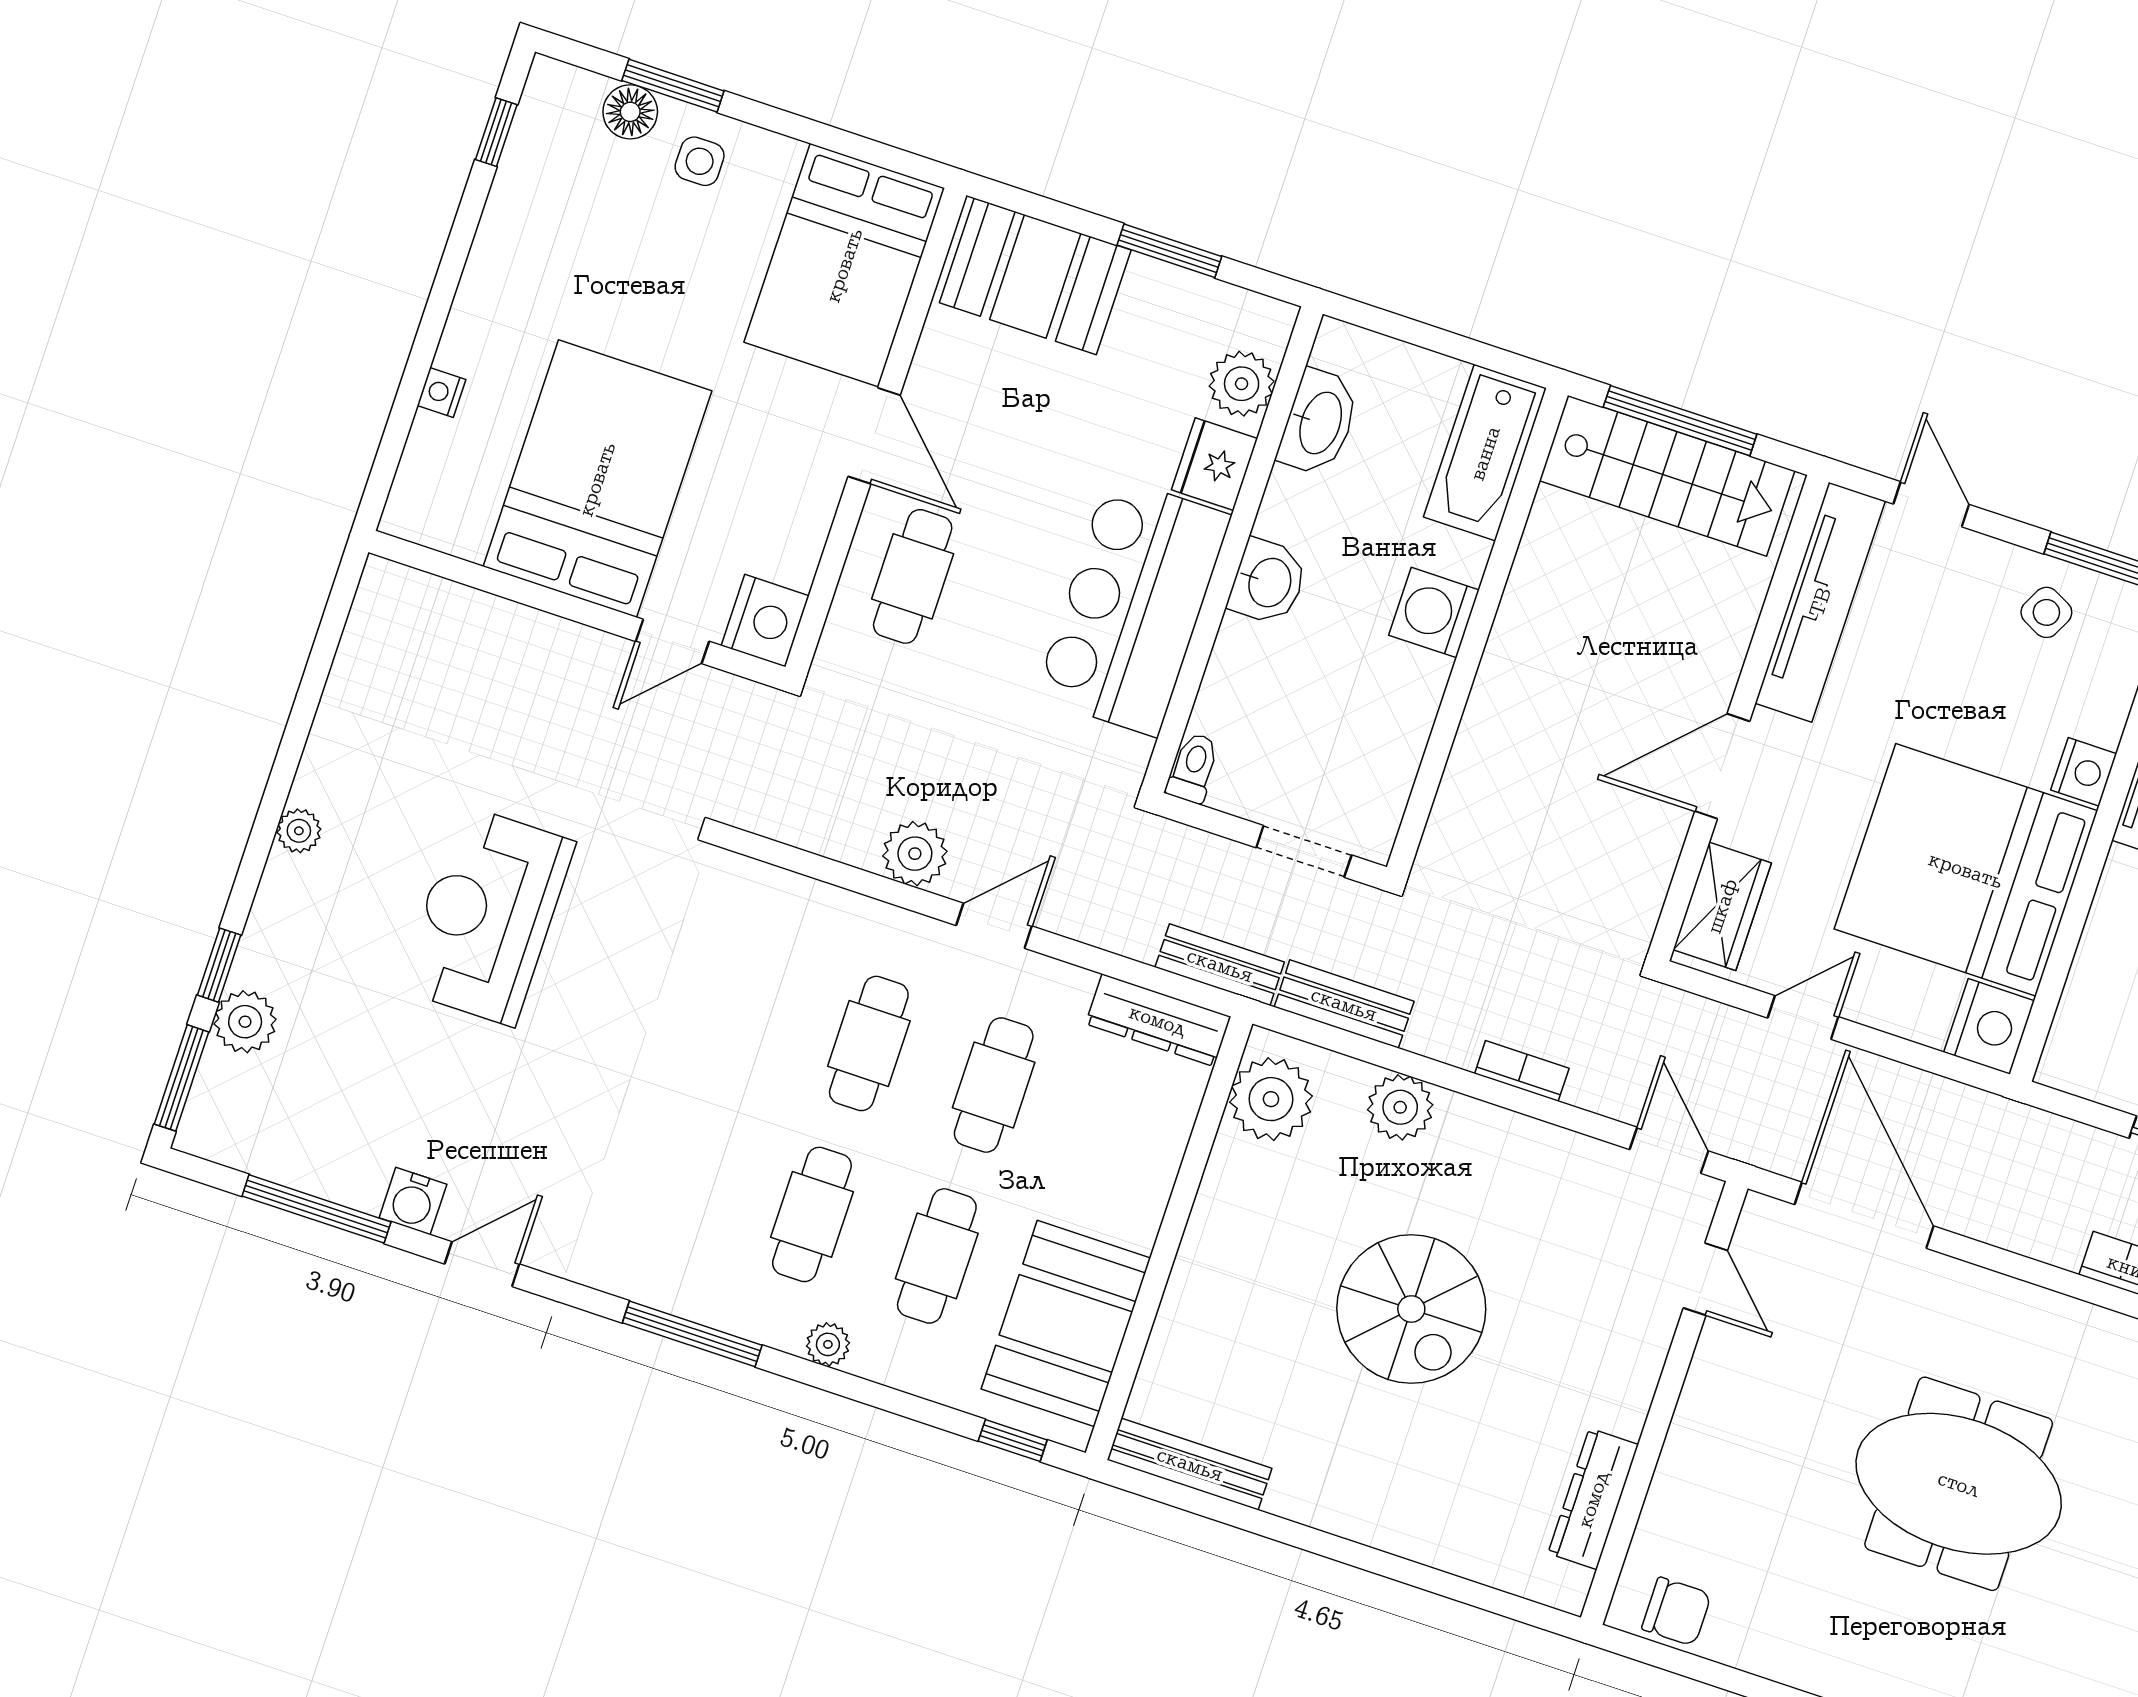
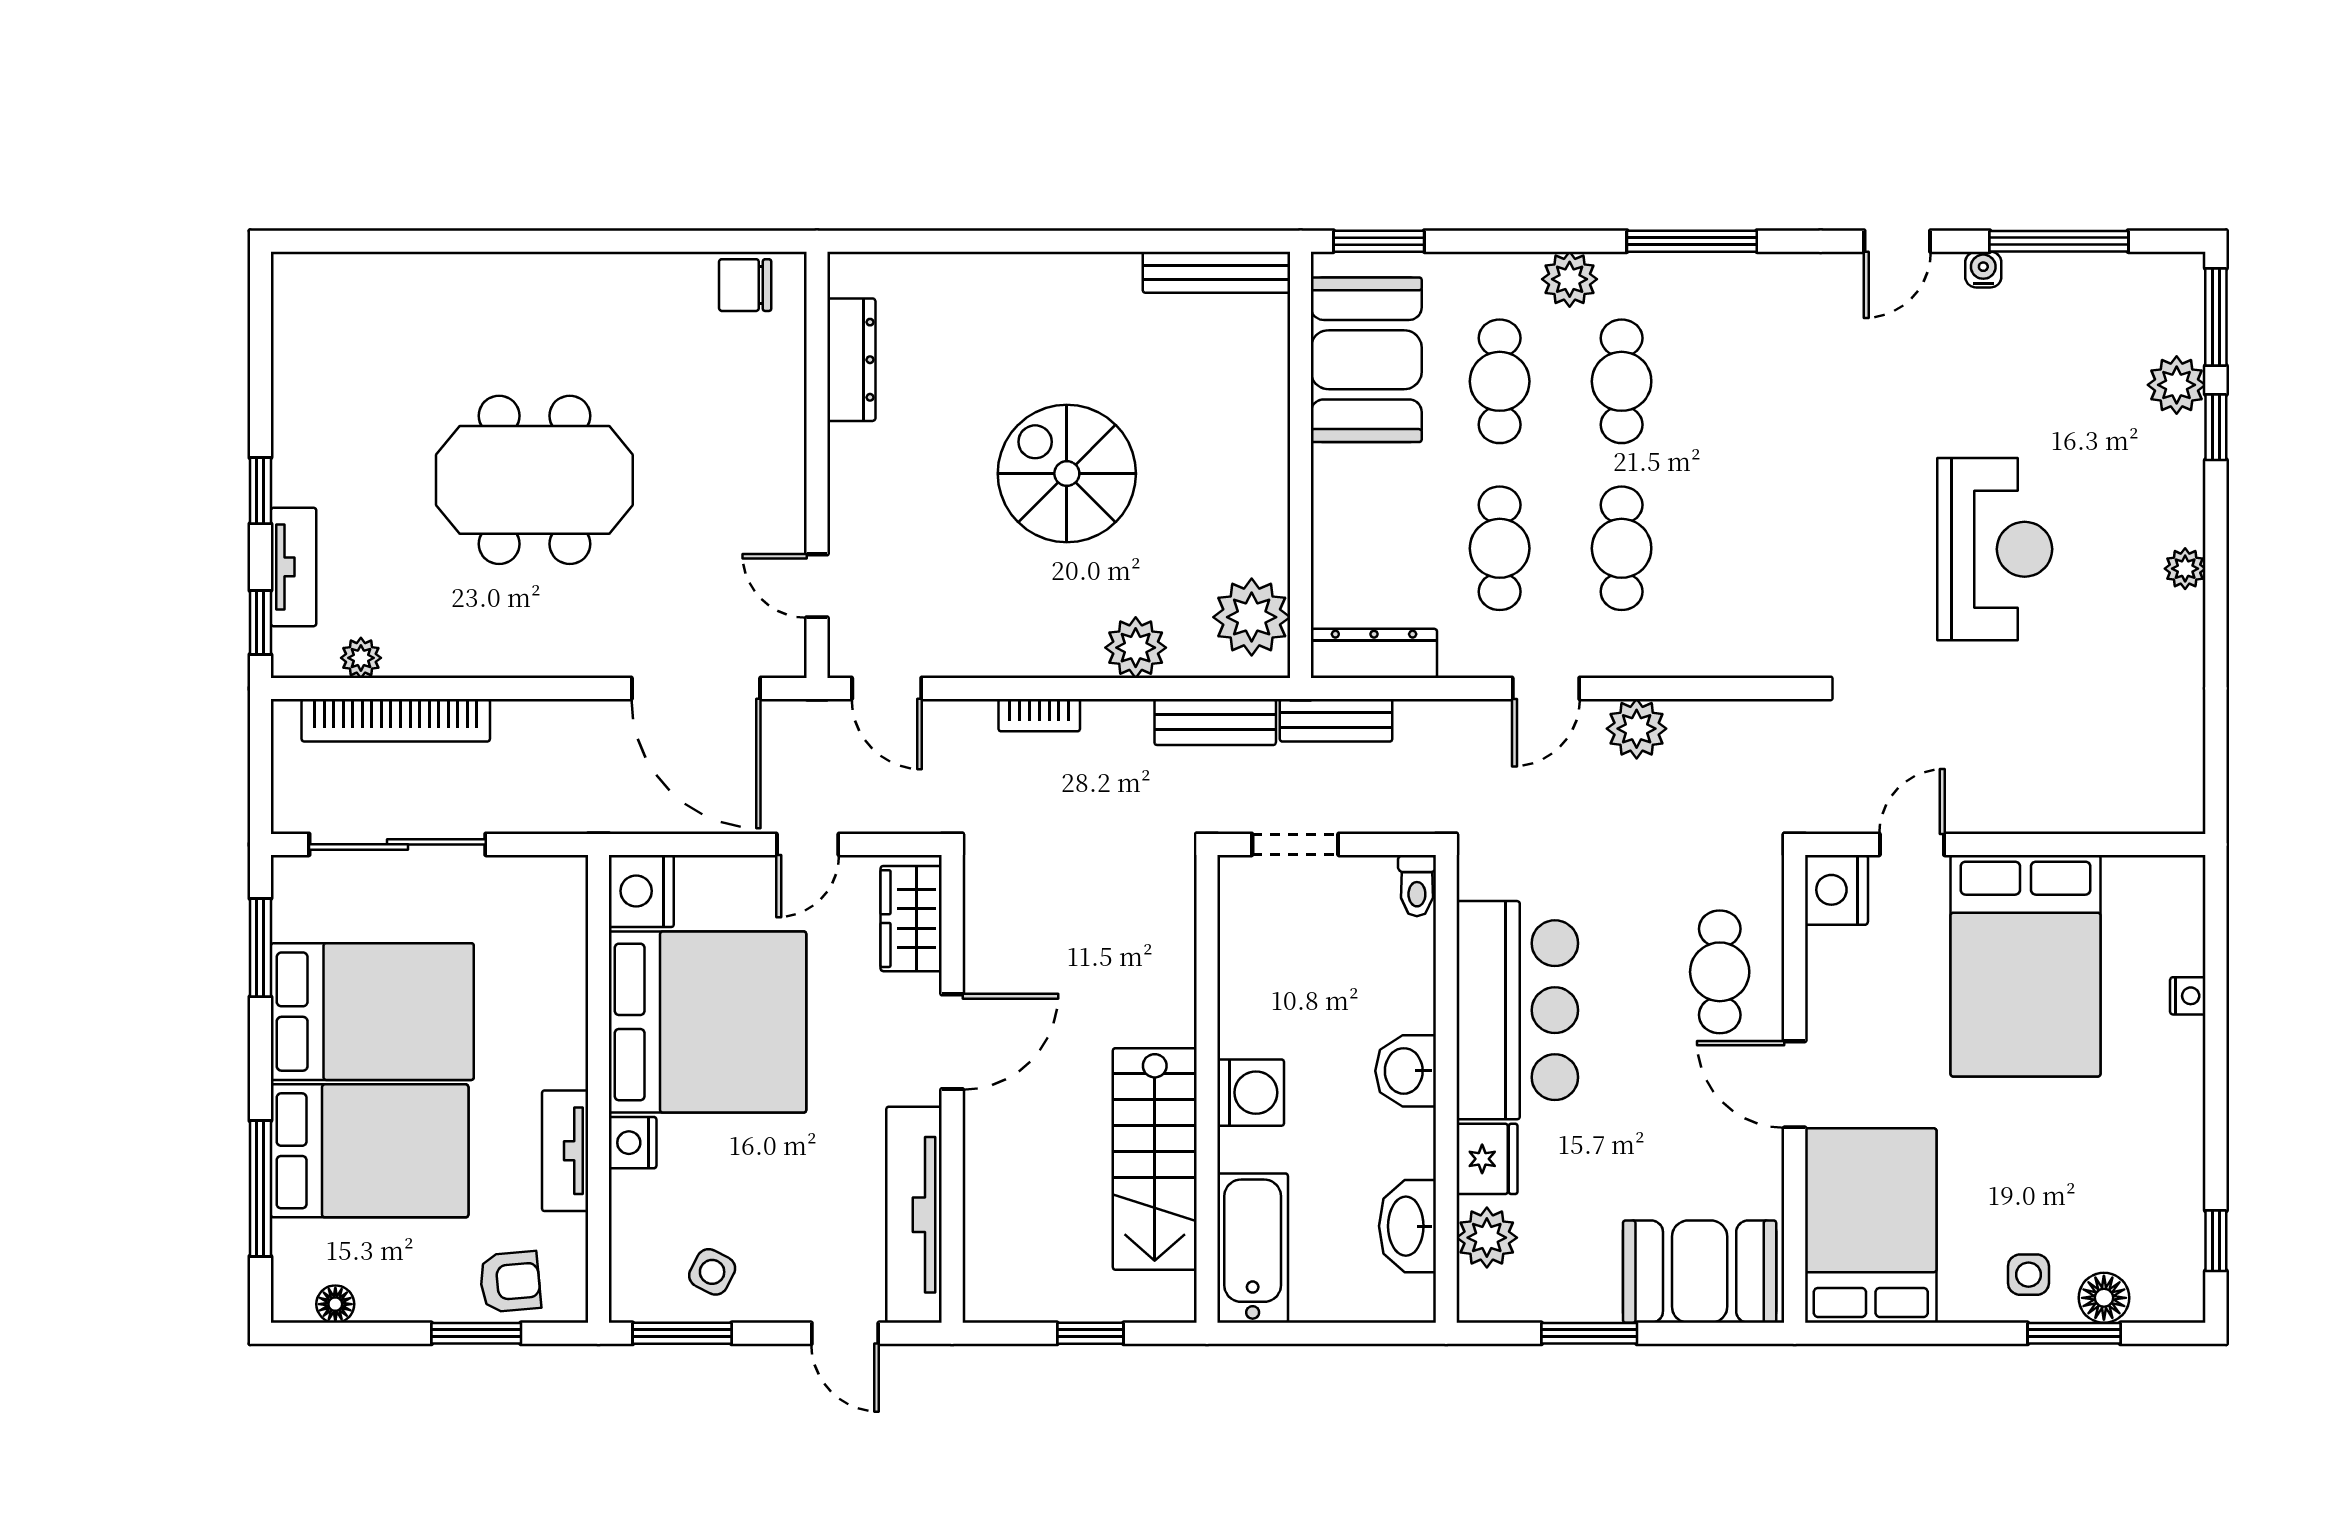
window: (1680, 421) -> (1090, 1333), width x0.46
stairs: (1667, 476) -> (1155, 1159), moved, turned -90
water cooler: (413, 1201) -> (1983, 270), width x0.72, depth x0.72
plant: (828, 1344) -> (1570, 279), width x1.38, depth x1.38
window: (1013, 1441) -> (1379, 241), width x1.50

